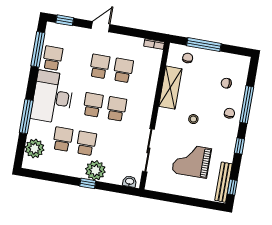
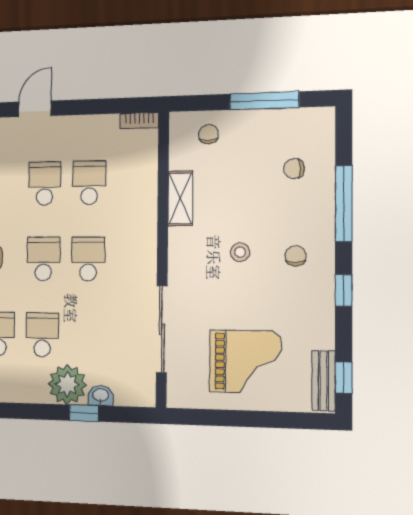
window: (204, 45) -> (264, 101), moved
shelving: (170, 88) -> (180, 198), width x0.67, depth x0.75
chair: (229, 113) -> (296, 256), moved
grand piano: (192, 161) -> (245, 362), moved, turned 180
washbasin: (130, 182) -> (101, 396), moved
bench: (224, 182) -> (323, 381), width x0.73
window: (88, 183) -> (84, 413), moved

